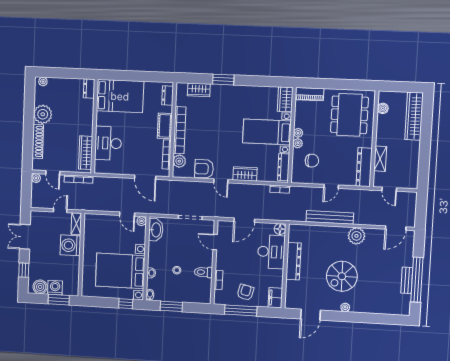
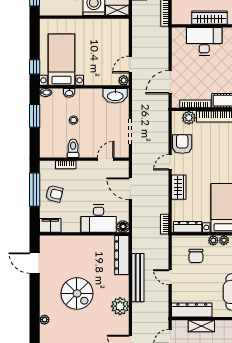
wardrobe: (86, 153) -> (210, 18), moved
dresser: (293, 261) -> (122, 255), moved, turned 90
bed with nightstands: (120, 271) -> (61, 60), width x0.73
spiral stairs: (342, 276) -> (77, 293), turned 180
plant: (345, 307) -> (45, 320), moved

